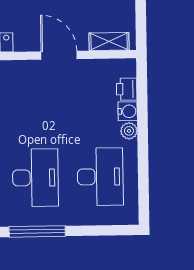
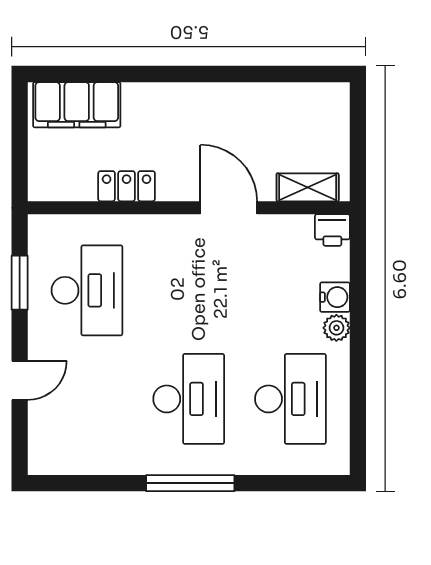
printer: (127, 89) -> (332, 230), moved, turned -90

